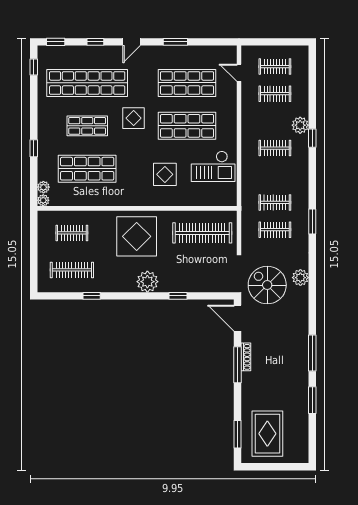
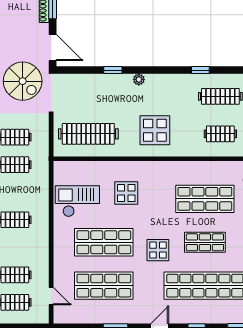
display table: (137, 236) -> (155, 130), width x0.73, depth x0.73
plant: (147, 282) -> (139, 79), width x0.53, depth x0.53

